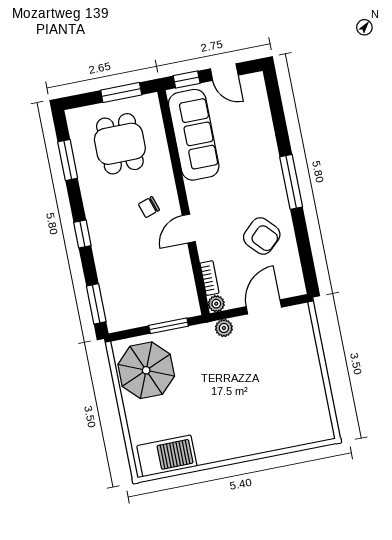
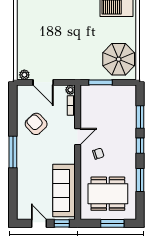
window: (121, 92) -> (112, 223), moved
dining table: (120, 144) -> (108, 194), width x1.37
window: (68, 160) -> (140, 180), moved
window: (96, 304) -> (140, 117), moved
door: (264, 307) -> (43, 82), hinge flipped
plant: (224, 328) -> (24, 75), moved

